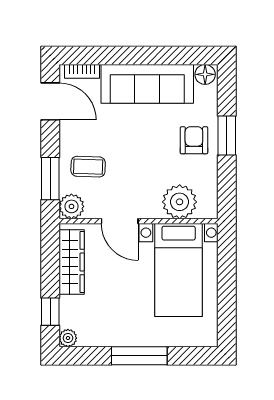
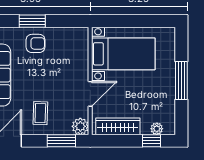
armchair: (194, 140) -> (35, 43), turned 180
coffee table: (88, 167) -> (40, 113), moved
plant: (180, 202) -> (77, 53), removed
plant: (68, 338) -> (157, 129), moved

